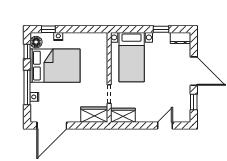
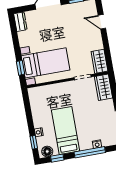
window: (161, 29) -> (20, 68), moved
bed: (55, 66) -> (65, 131), width x0.67

